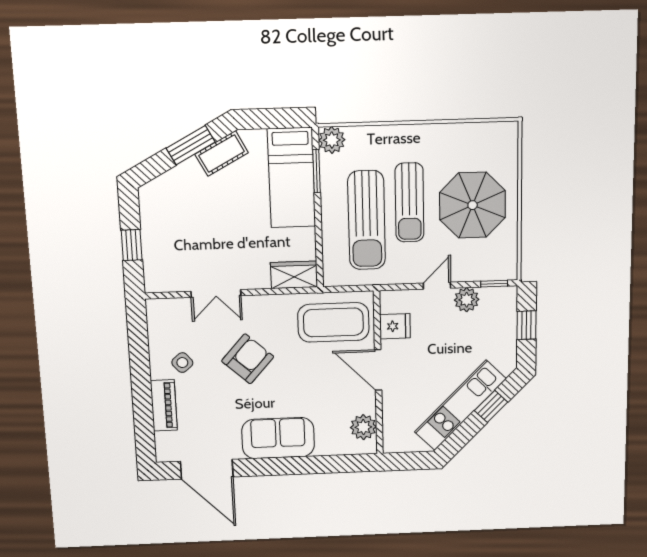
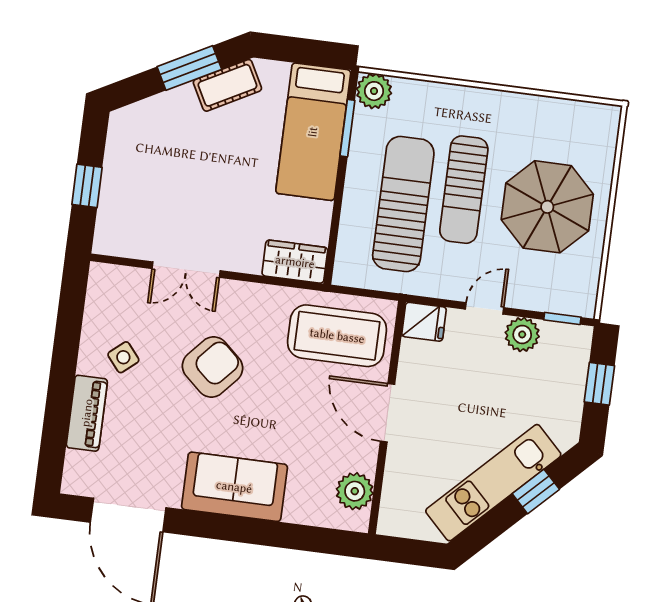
sun lounger: (367, 220) -> (403, 204), turned 180
fridge: (395, 326) -> (424, 322), moved

